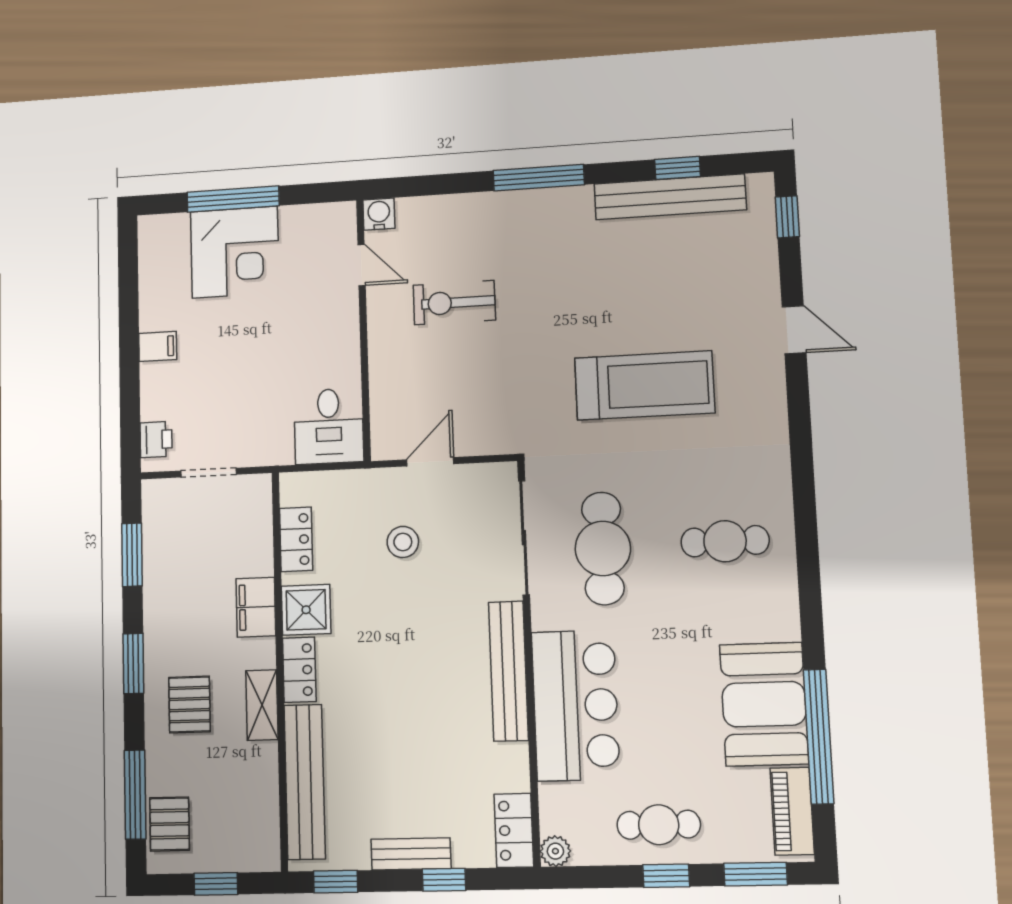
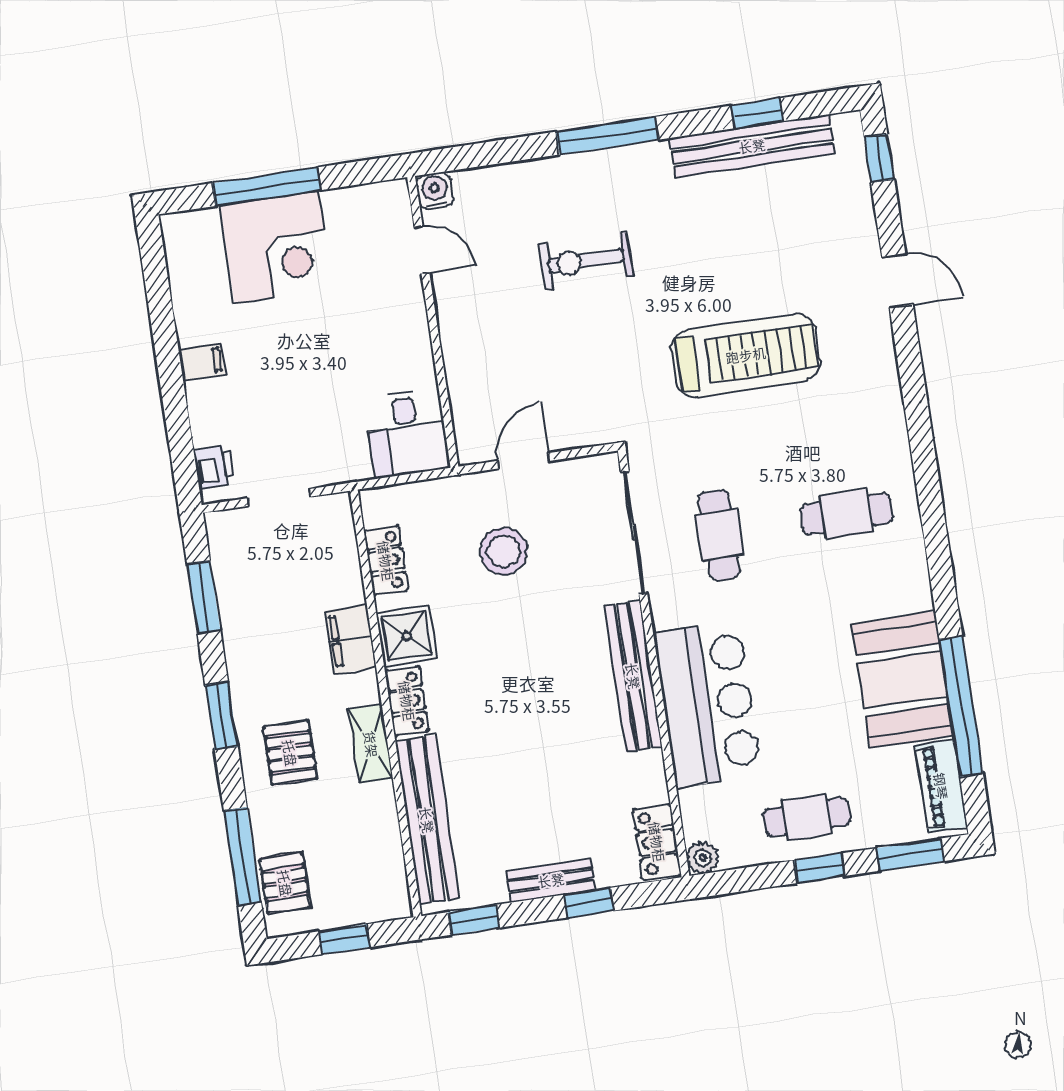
exercise bike: (454, 303) -> (586, 260), moved
stool: (403, 542) -> (504, 551), width x1.38, depth x1.38
cafe table: (603, 548) -> (719, 535), width x0.73, depth x0.74

